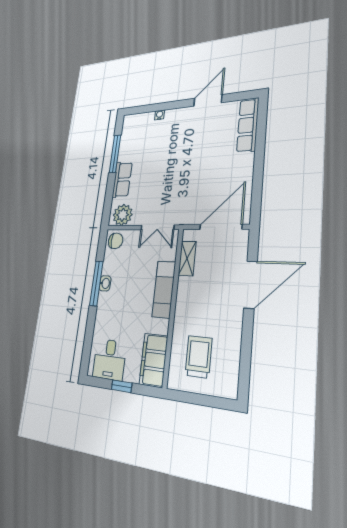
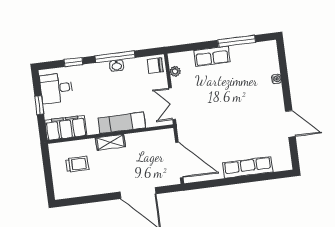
row of seats: (248, 125) -> (248, 167), moved
plant: (123, 215) -> (175, 71), width x0.53, depth x0.53
chair: (116, 241) -> (155, 66), turned 90
shelving: (187, 258) -> (110, 142), moved
window: (89, 332) -> (73, 62), added
trolley: (199, 357) -> (77, 164), width x0.73, depth x0.72

